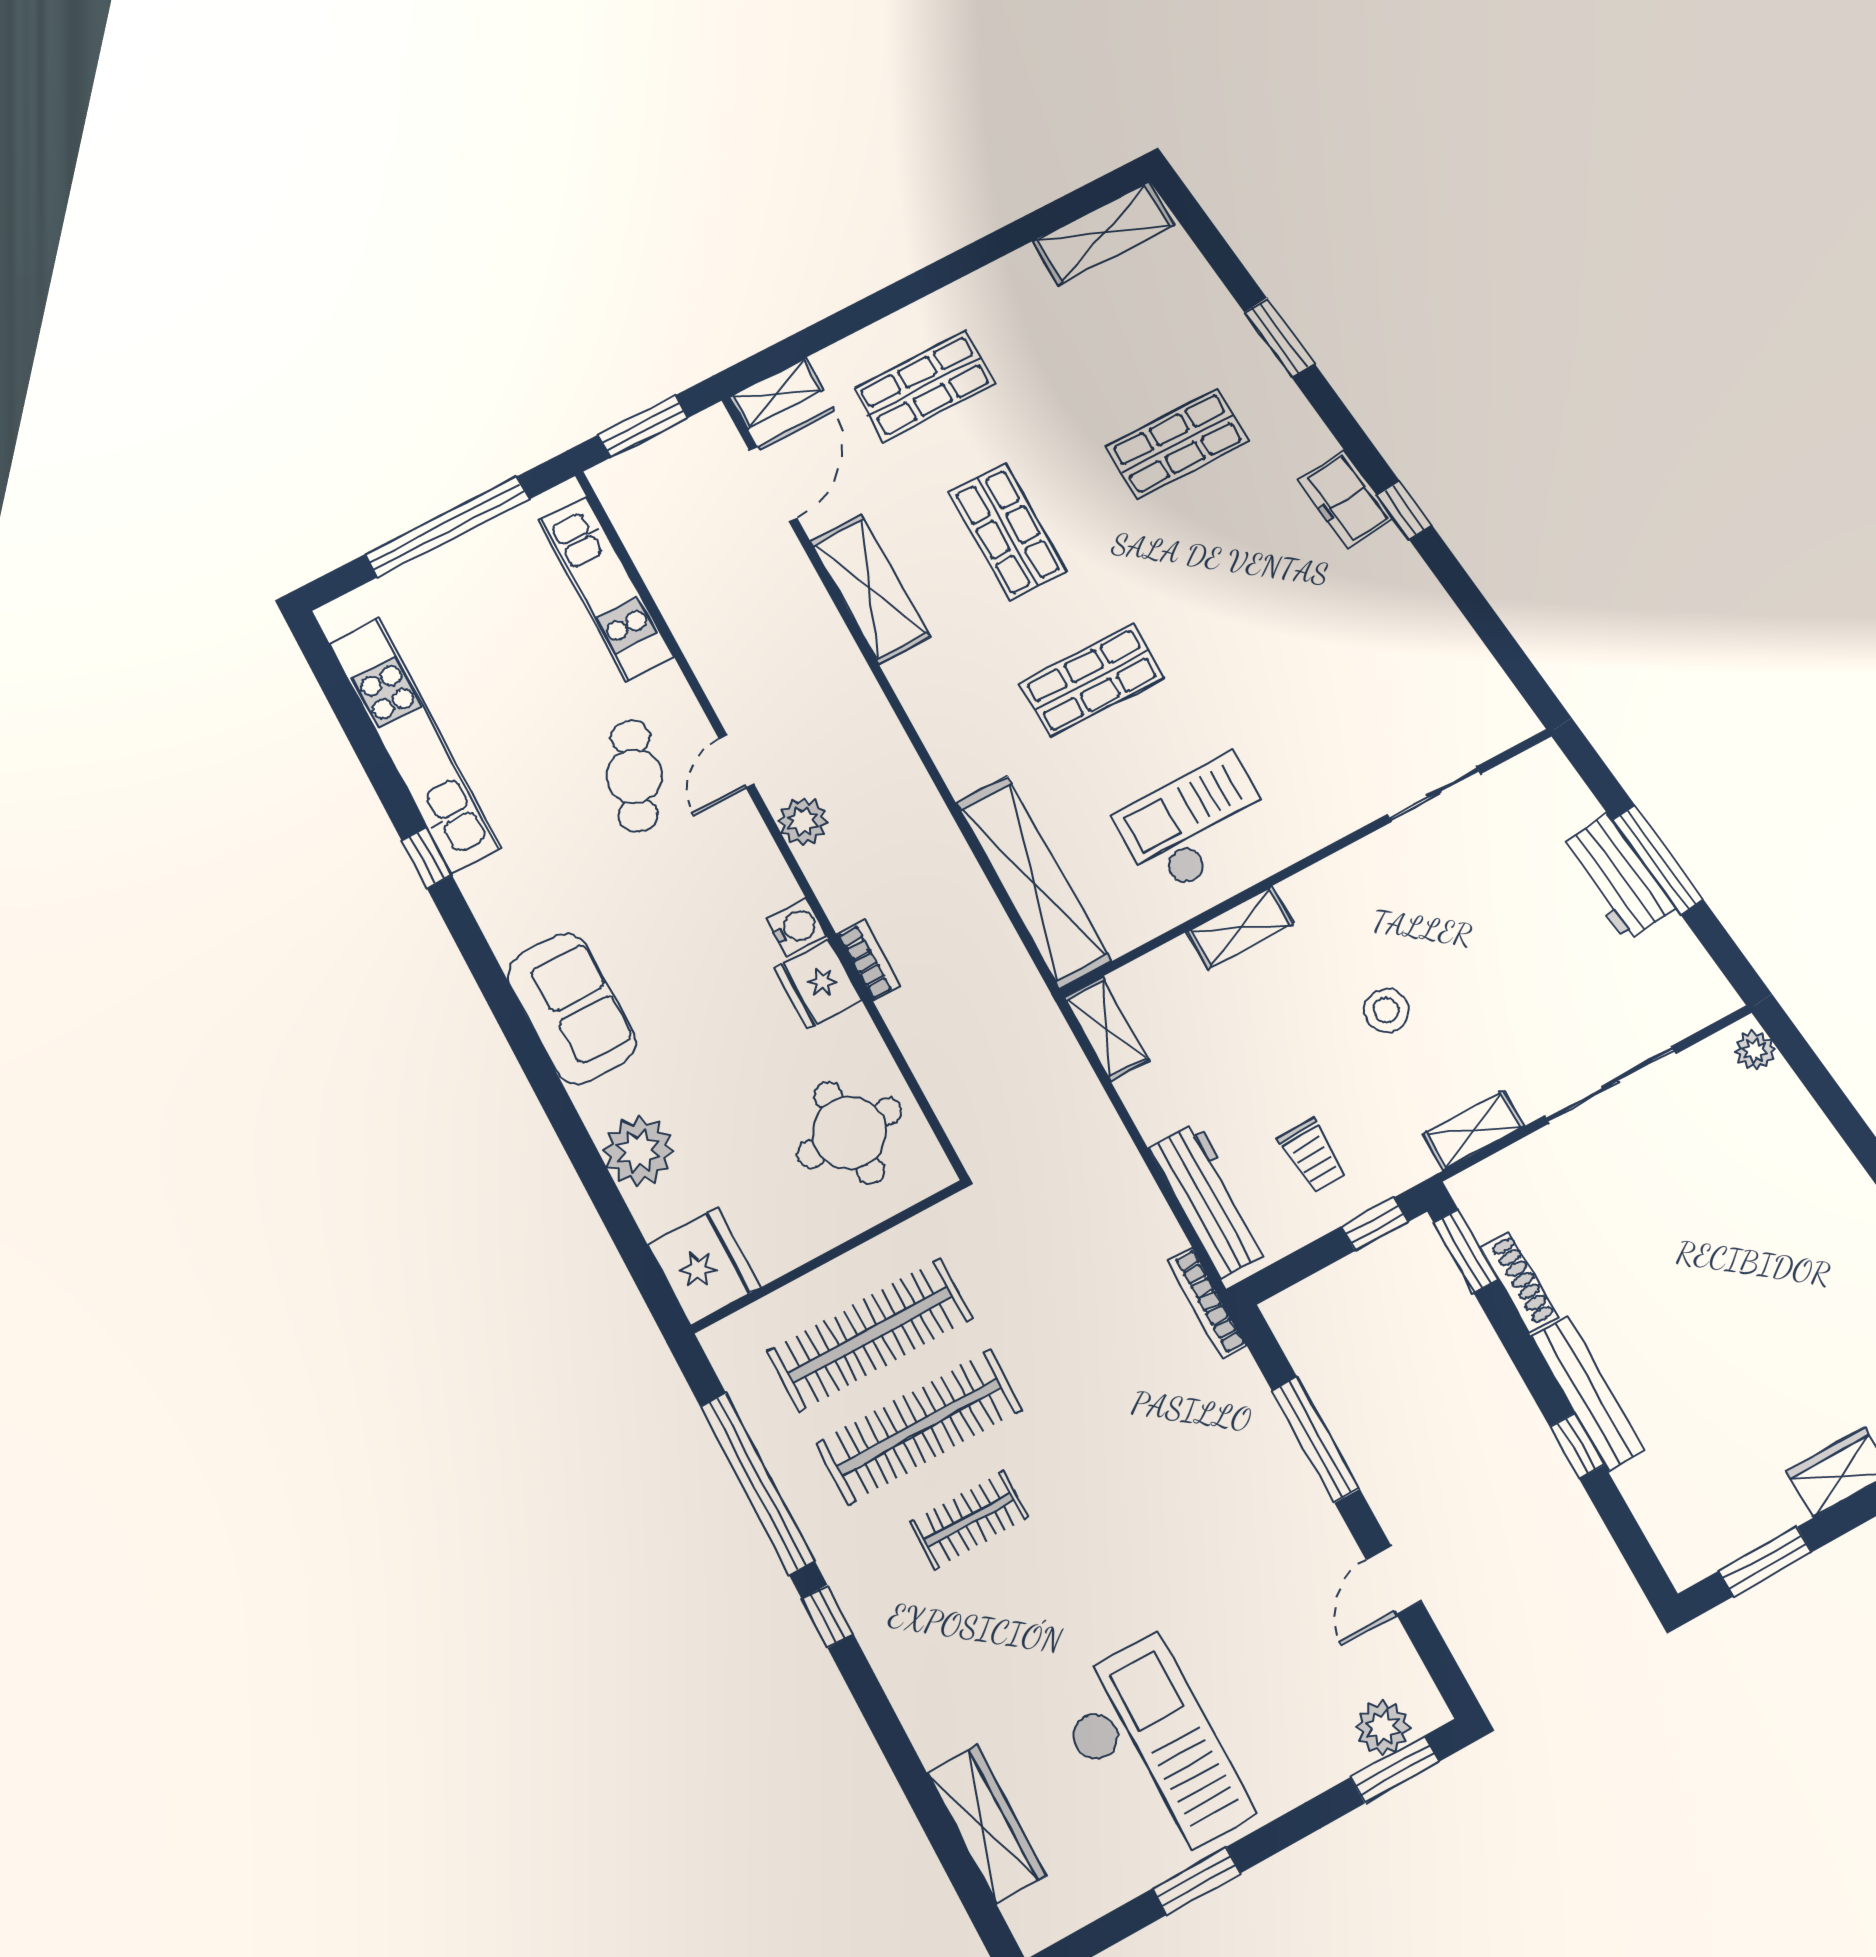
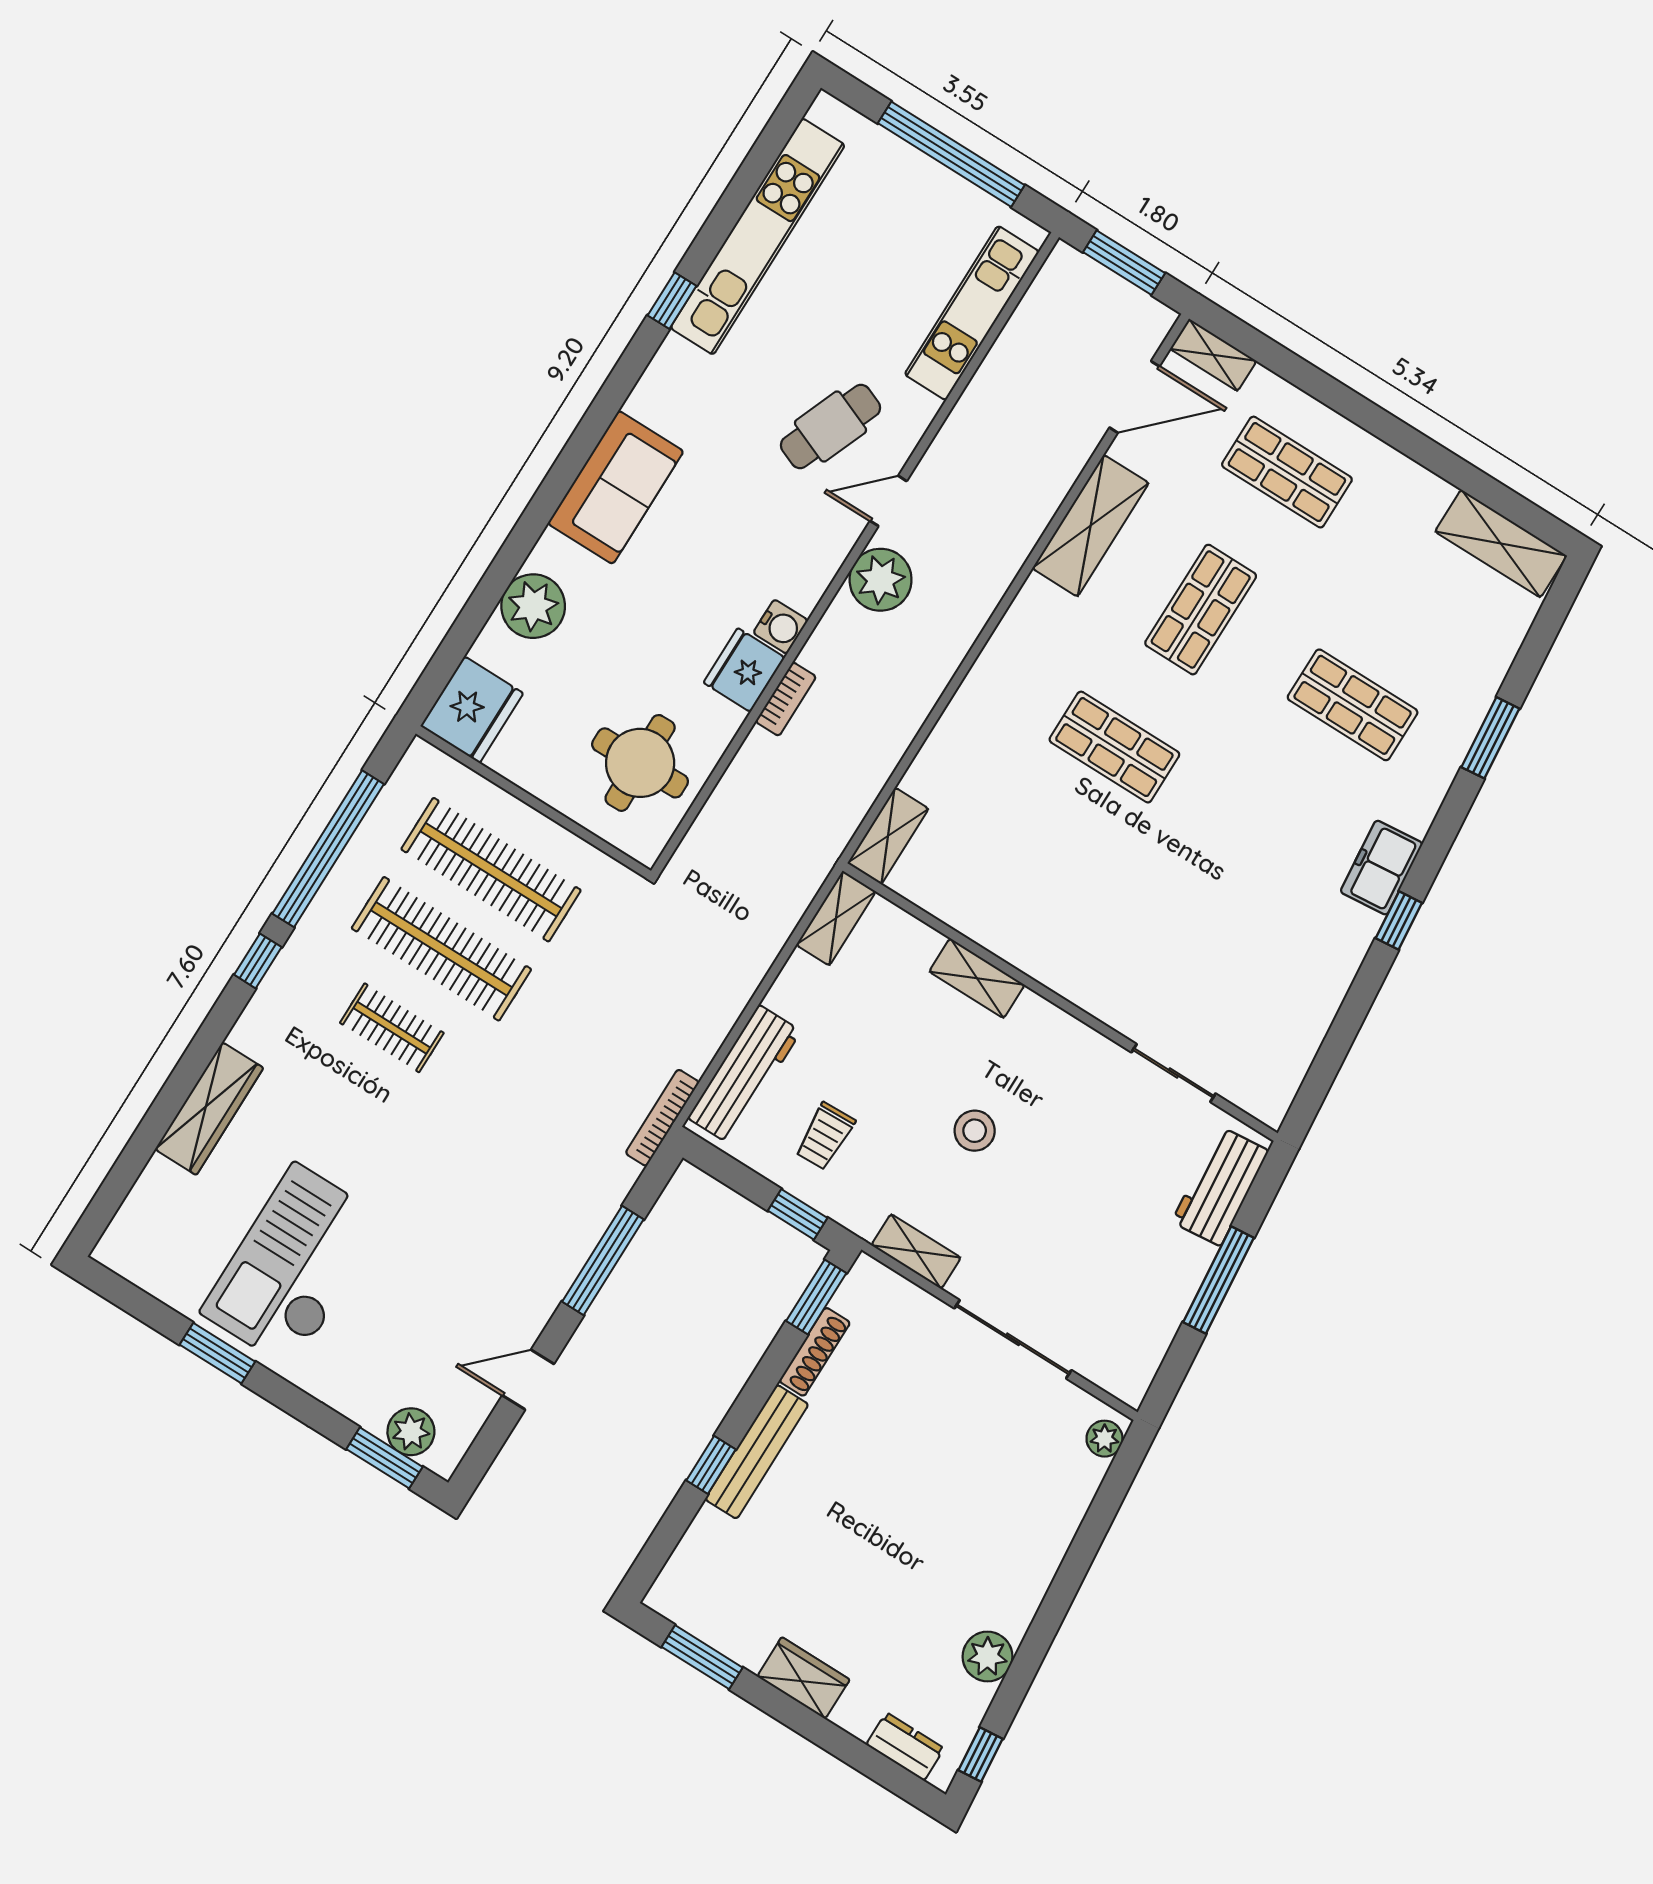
plant: (803, 821) -> (881, 580), width x1.36, depth x1.36
checkout: (1195, 825) -> (1041, 896), removed
workbench: (1617, 877) -> (1220, 1186), moved
shelving: (1034, 882) -> (888, 836), width x0.45, depth x0.75
checkout: (1151, 1753) -> (293, 1266), turned 180
wardrobe: (986, 1824) -> (209, 1109), moved

